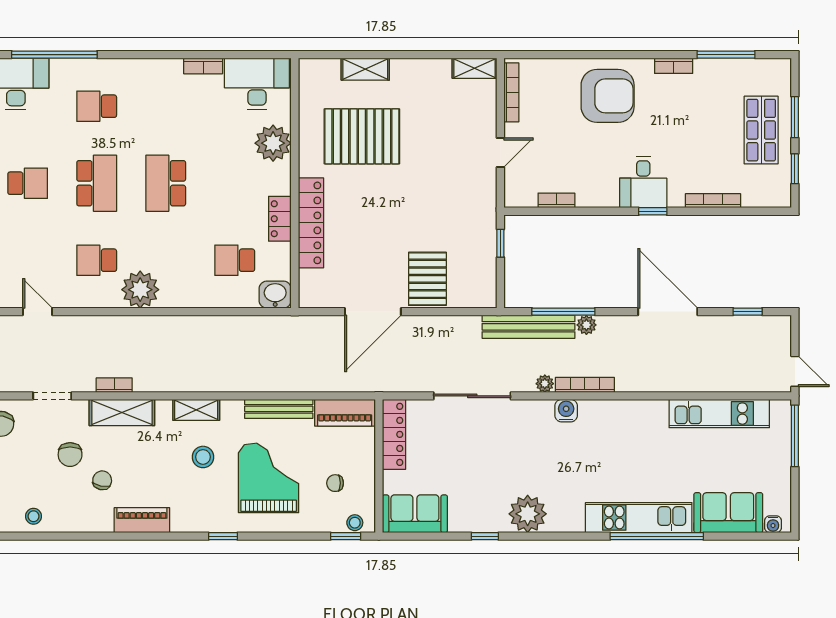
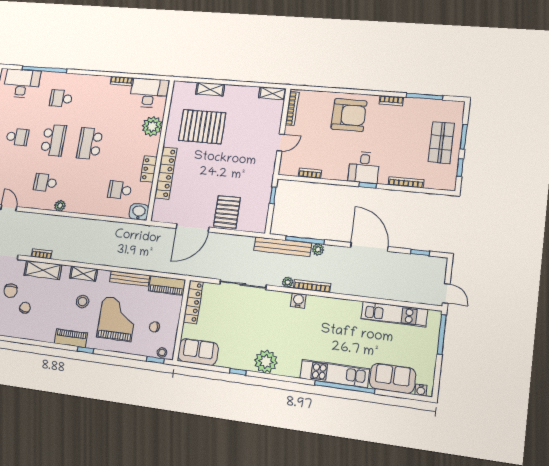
plant: (140, 290) -> (60, 206), width x0.53, depth x0.53
piano: (142, 520) -> (71, 338), moved

